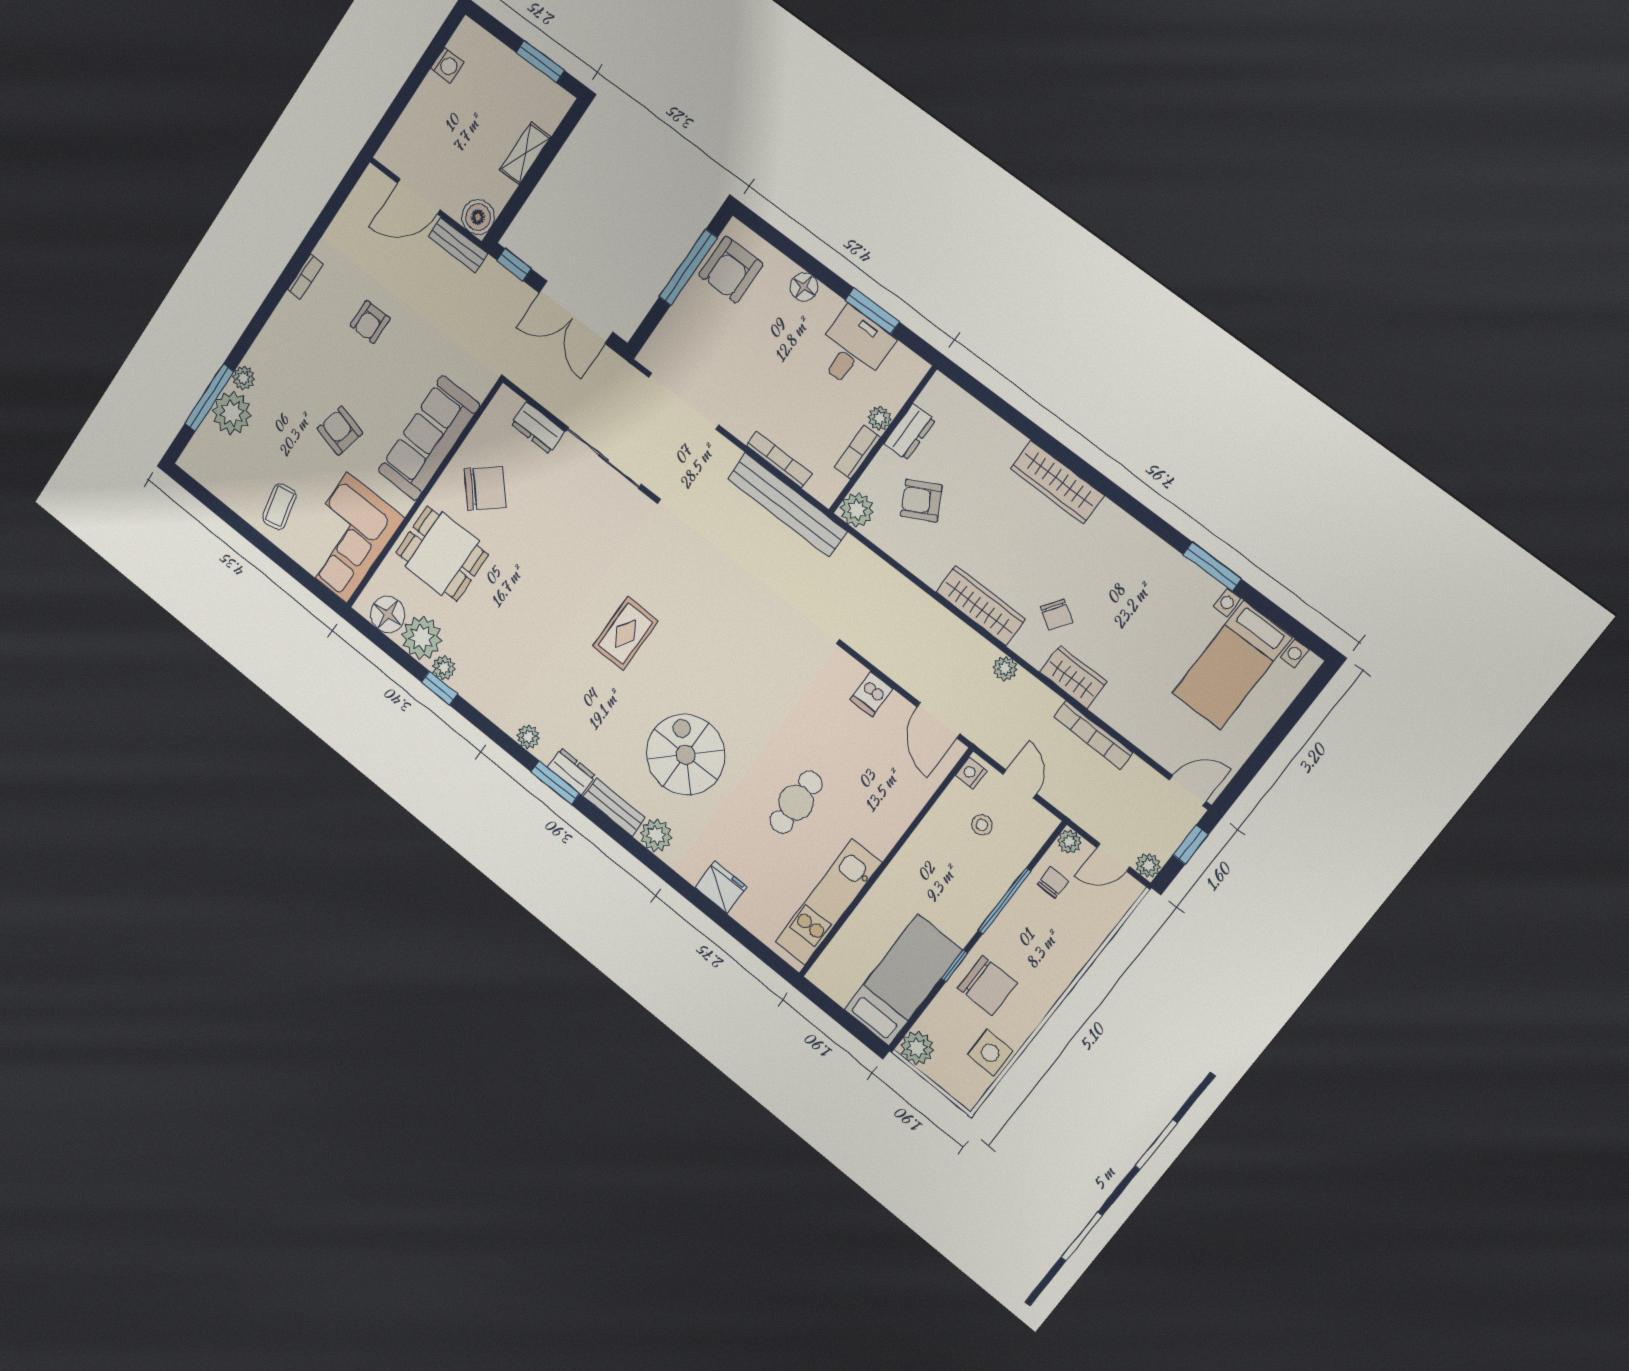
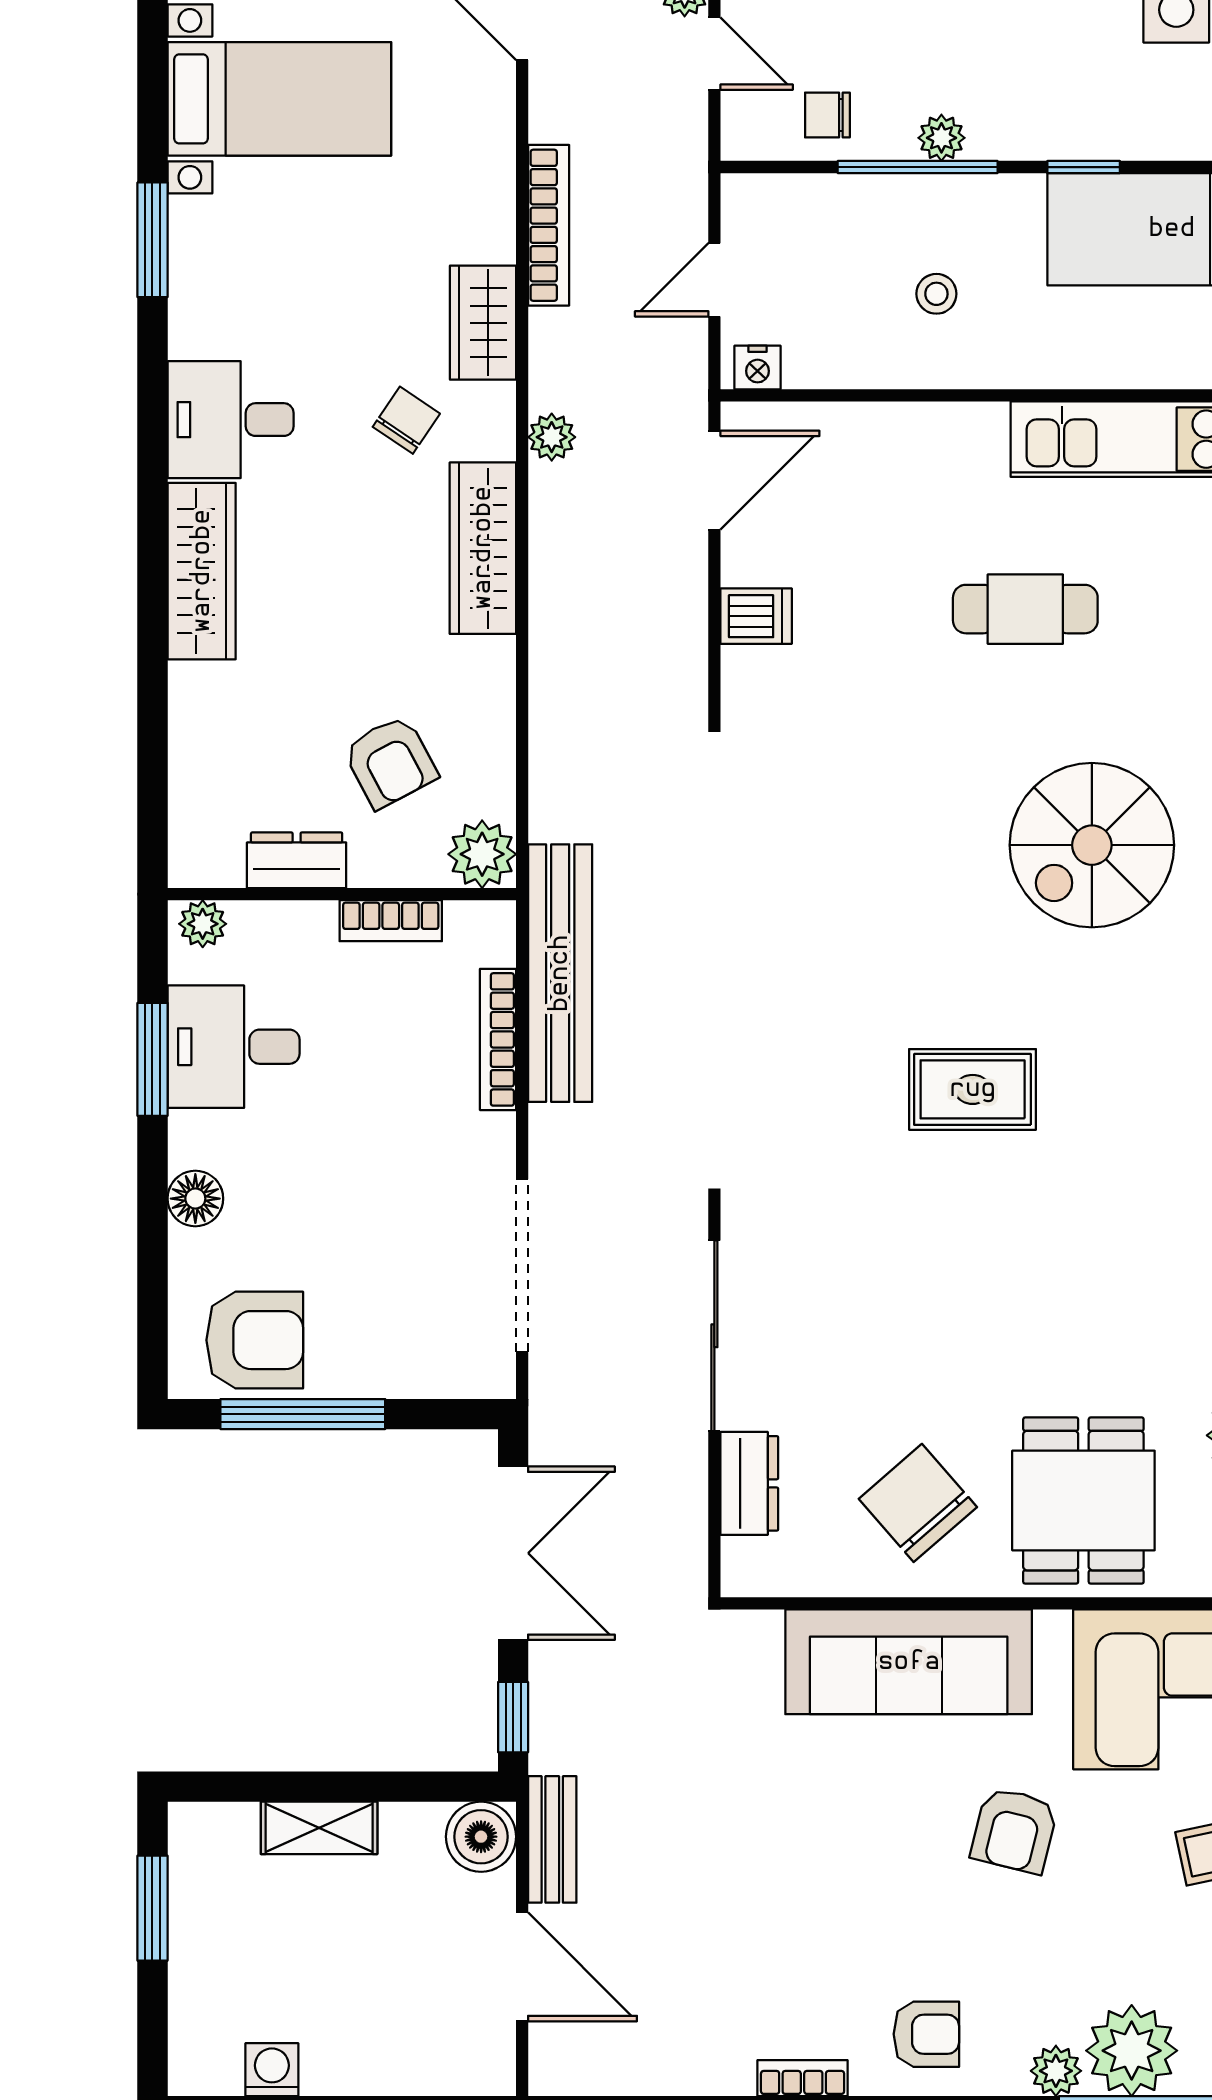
armchair: (370, 322) -> (926, 2034), moved
plant: (880, 418) -> (203, 924), moved
desk: (1111, 542) -> (231, 420), added
stool: (982, 825) -> (936, 294), moved
plant: (1069, 842) -> (941, 138), moved
chair: (987, 985) -> (1073, 93), removed

